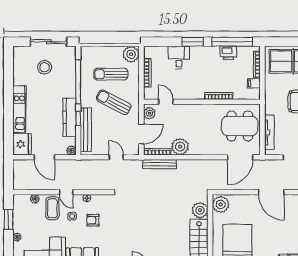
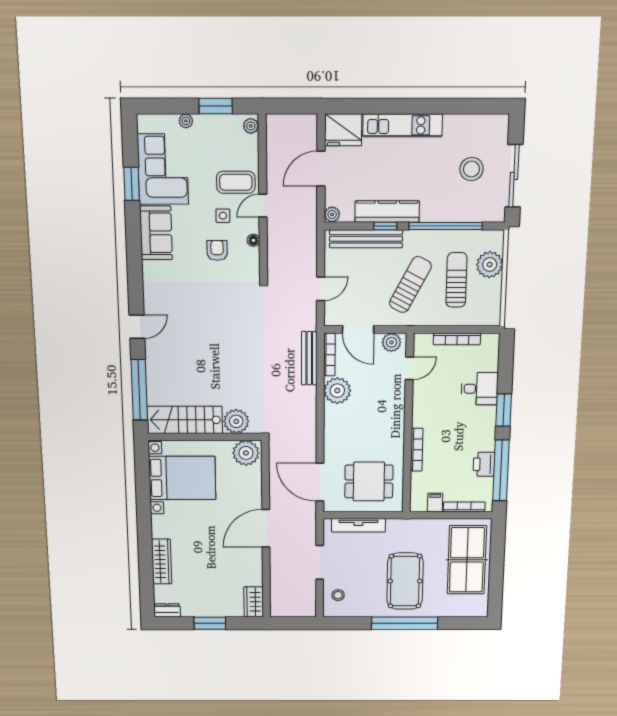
plant: (131, 54) -> (490, 265), moved
dining table: (240, 126) -> (369, 482), width x0.73
plant: (35, 199) -> (251, 126), moved

